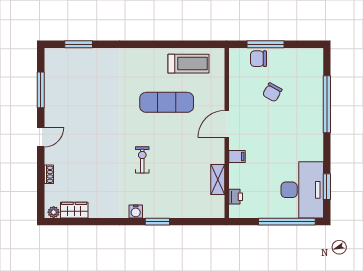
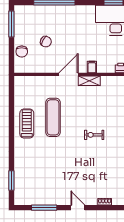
window: (266, 44) -> (11, 24), moved
treadmill: (188, 64) -> (27, 124), moved
door: (227, 124) -> (68, 74), swing flipped
shelving: (218, 180) -> (89, 81), moved

